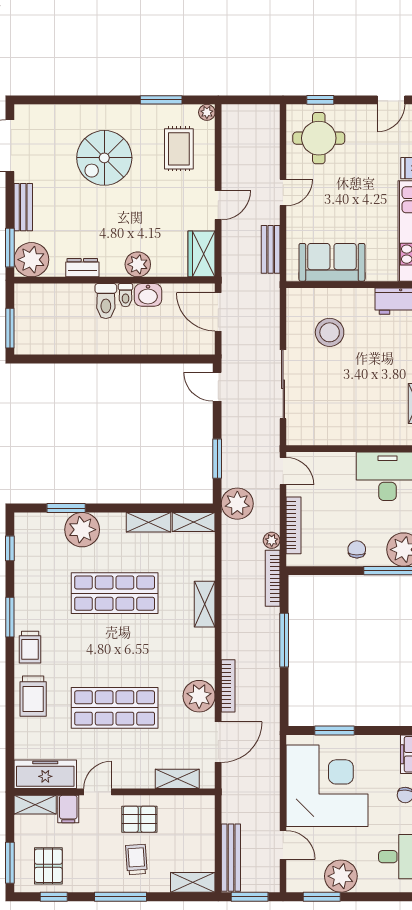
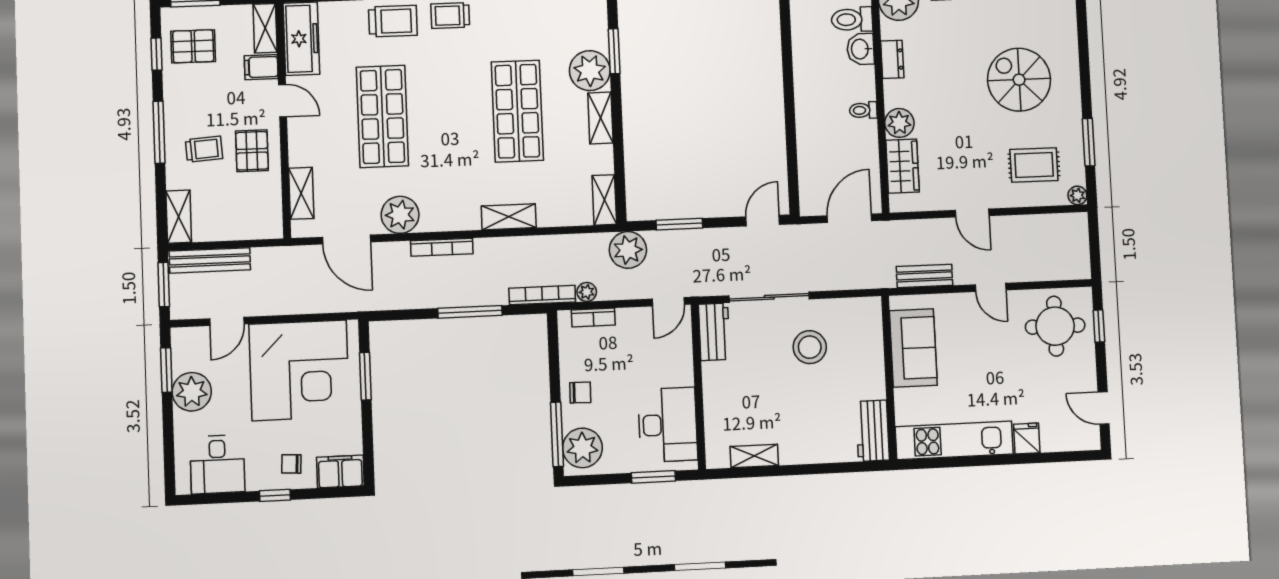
wardrobe: (202, 254) -> (902, 166), moved, turned 90
washbasin: (148, 295) -> (861, 49), moved
toilet: (106, 301) -> (852, 20), moved
stool: (330, 332) -> (810, 347), moved
workbench: (310, 433) -> (714, 332), added
shelving: (149, 522) -> (600, 118), moved
bookcase: (294, 525) -> (593, 318), width x0.64
bookcase: (228, 686) -> (442, 247), moved
trolley: (33, 696) -> (393, 21), turned 180

